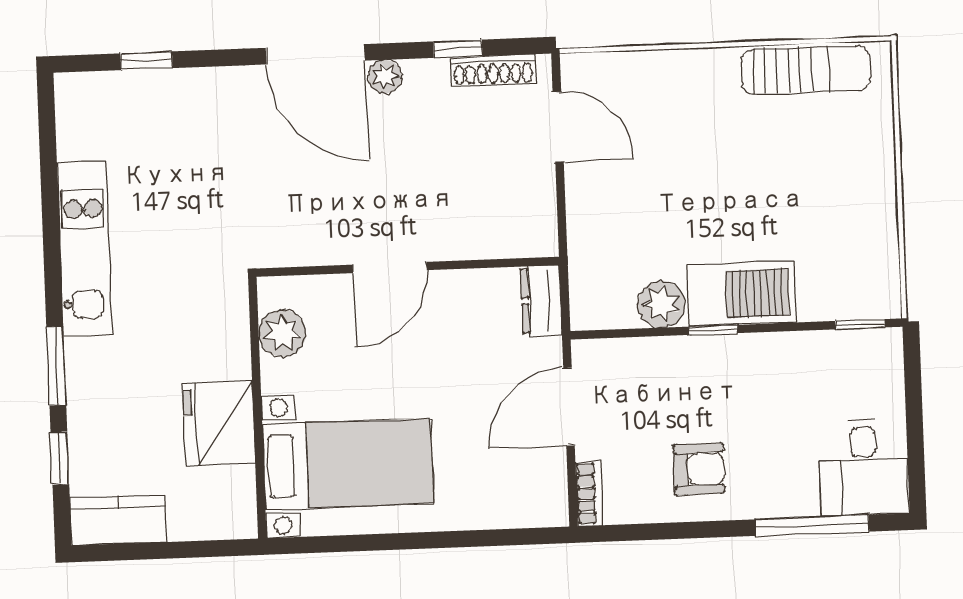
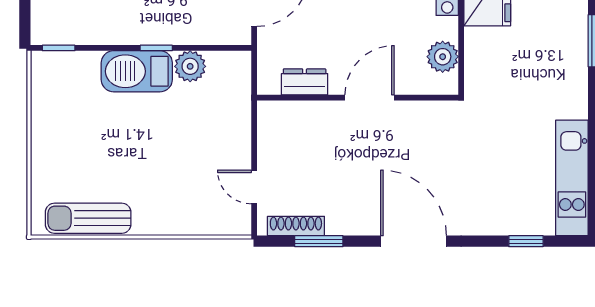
window: (458, 49) -> (319, 241), width x1.50
plant: (385, 77) -> (368, 225), removed
door: (558, 127) -> (254, 187), width x0.73
kitchen unit: (85, 249) -> (572, 178), moved
dresser: (541, 301) -> (305, 82), moved, turned -90

